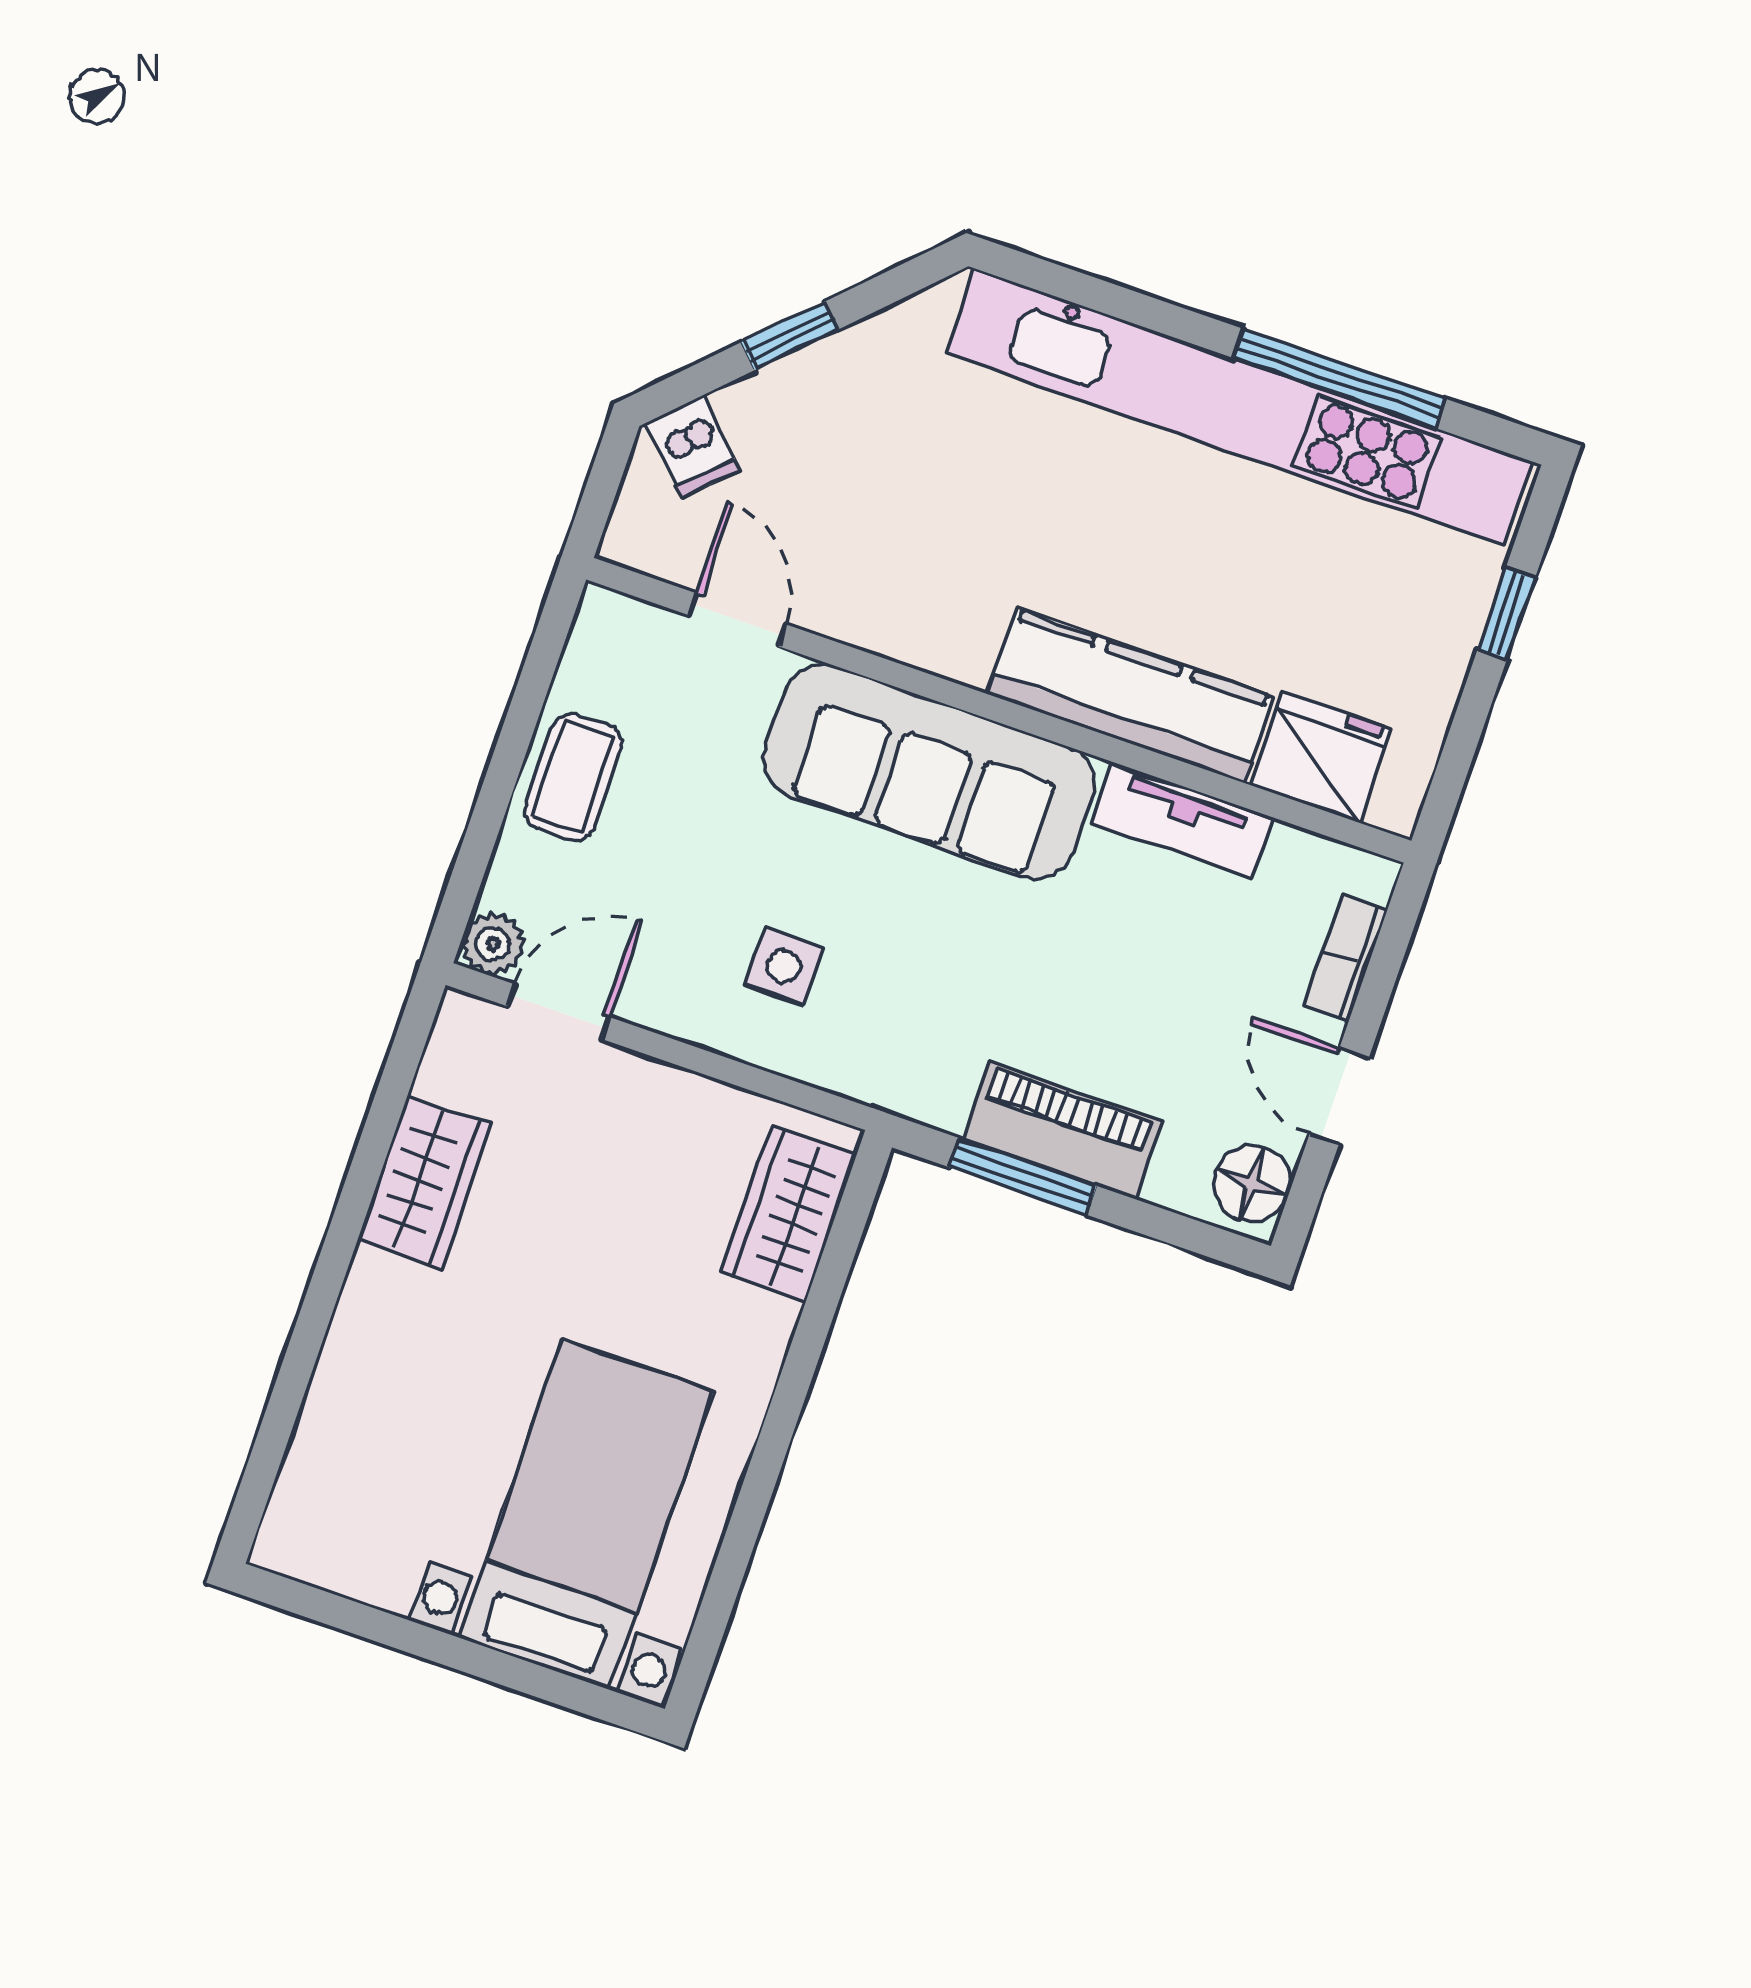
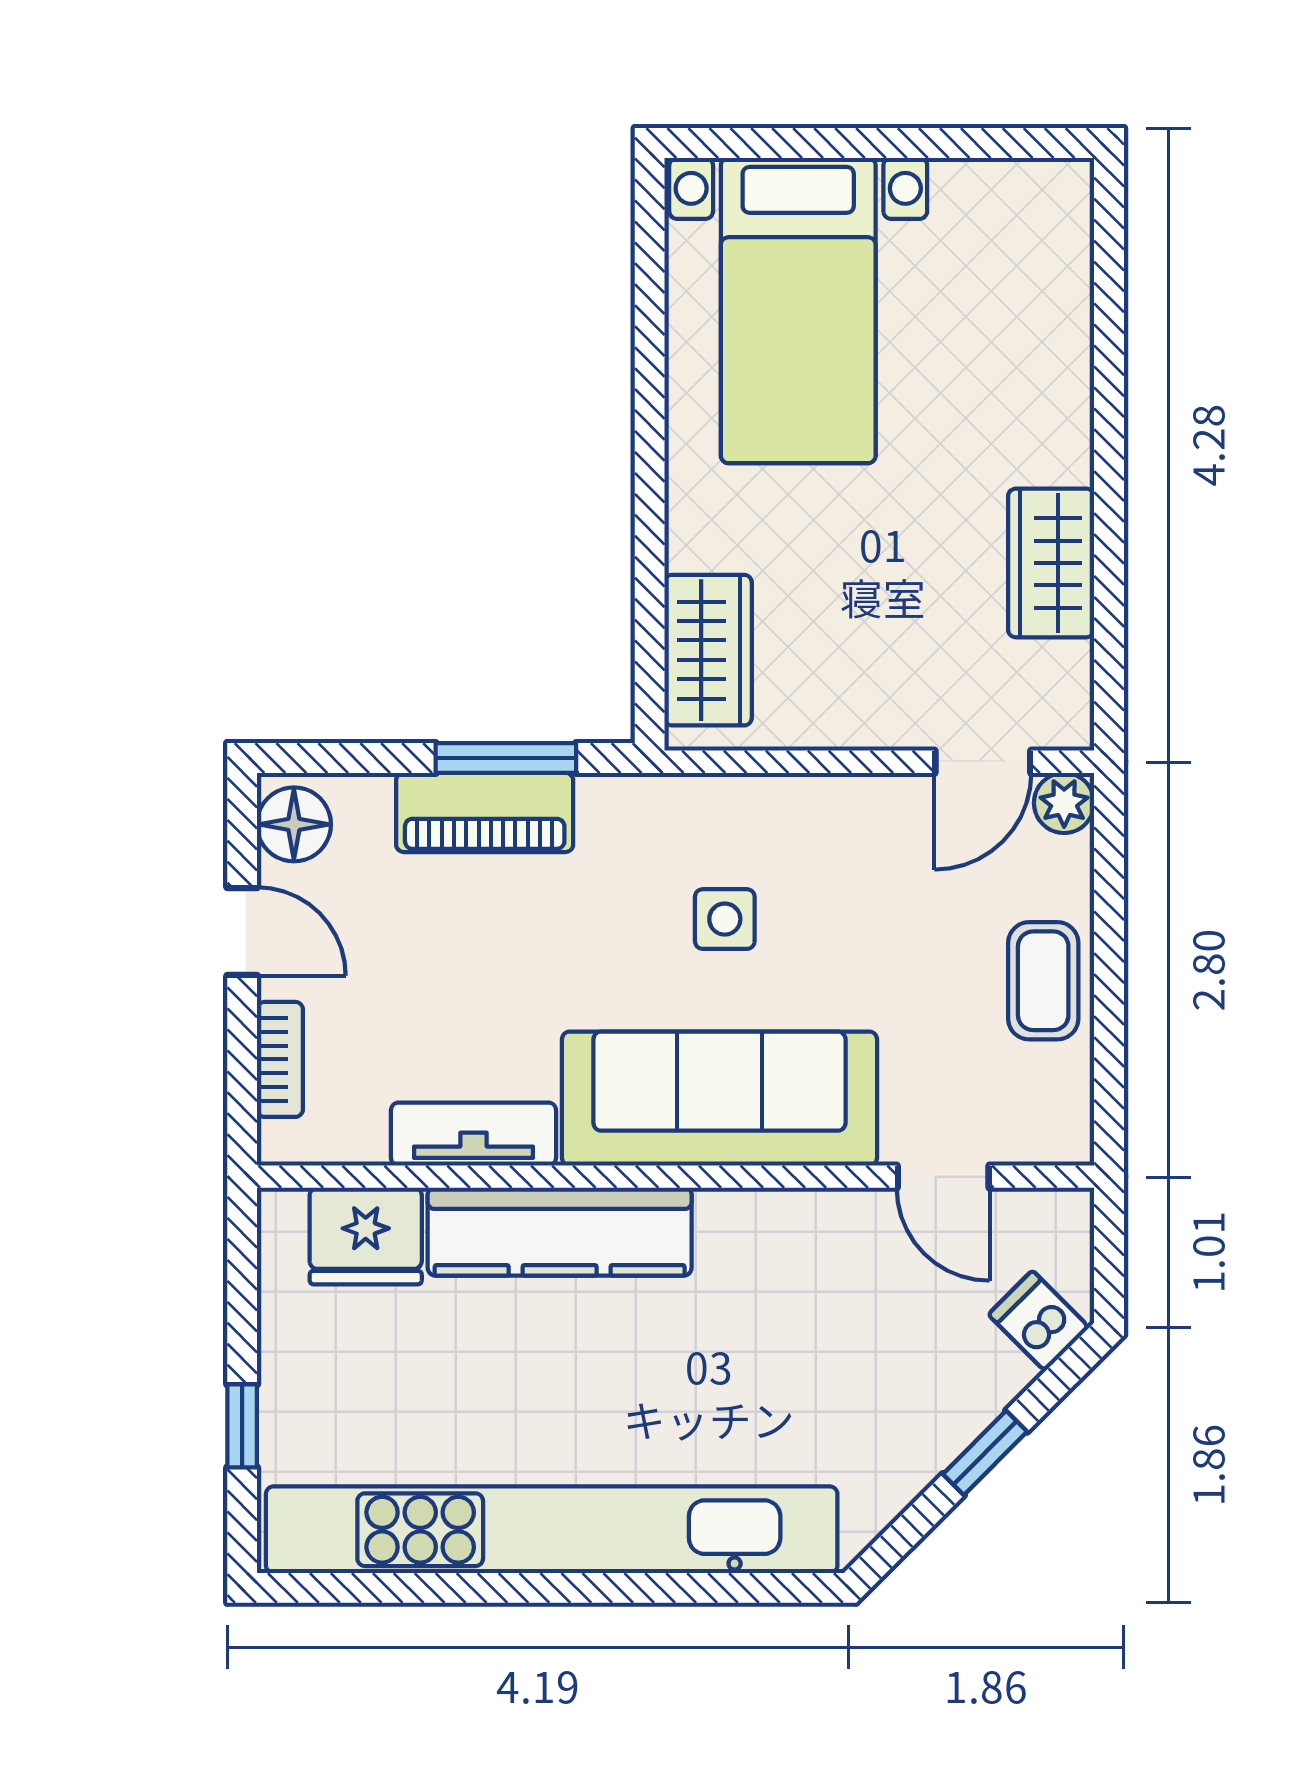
window: (1339, 378) -> (469, 1588), removed
side table: (784, 966) -> (725, 919), moved

